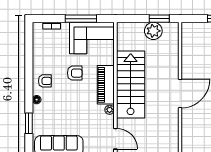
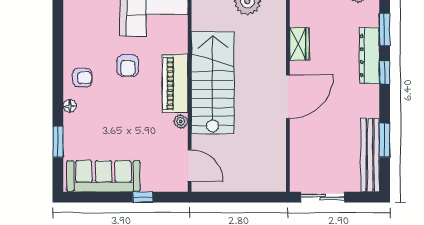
wardrobe: (187, 59) -> (299, 44), added
armchair: (75, 73) -> (128, 66), turned 90

